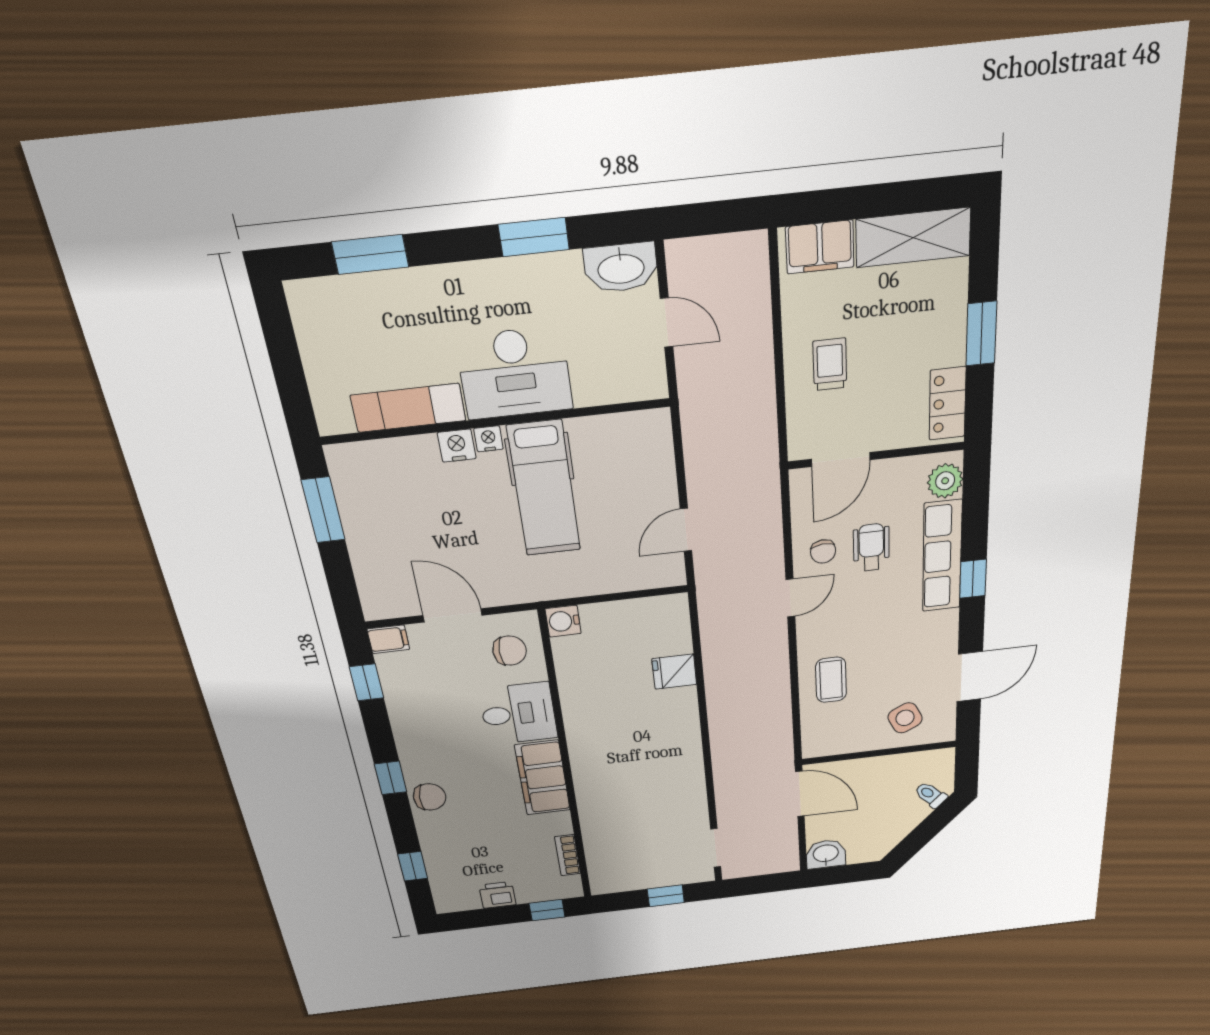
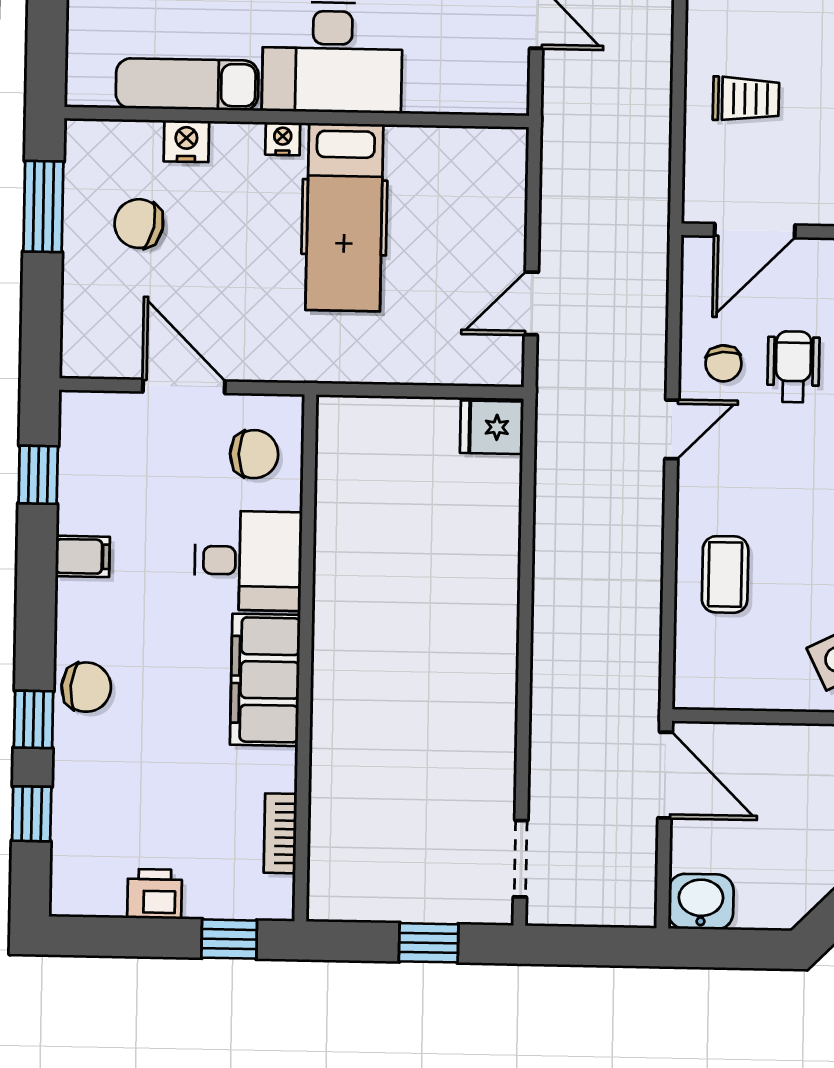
trolley: (830, 364) -> (746, 99), turned 90
nightstand: (457, 446) -> (186, 141), moved
chair: (396, 513) -> (139, 224), added
water cooler: (563, 621) -> (339, 418), removed
filing cabinet: (388, 639) -> (83, 556), moved
fridge: (674, 672) -> (492, 427), moved
window: (390, 778) -> (34, 719), moved

